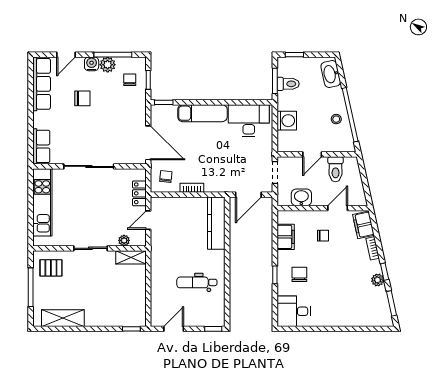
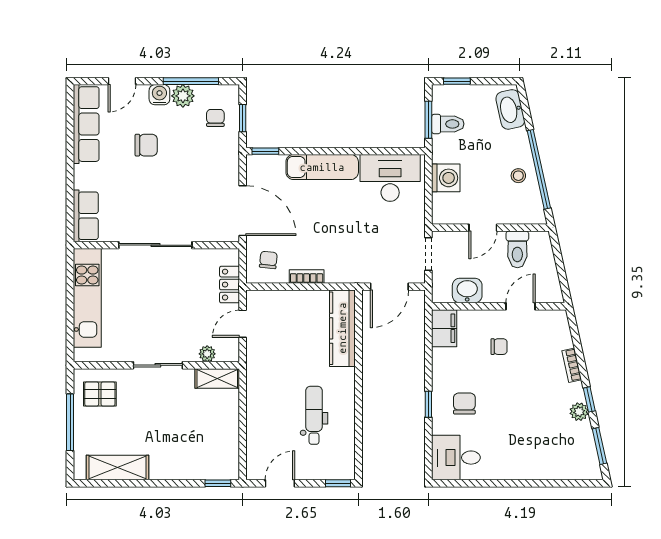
filing cabinet: (363, 225) -> (558, 331), removed
filing cabinet: (286, 237) -> (444, 328), moved
dental chair: (197, 282) -> (314, 415), turned 90

